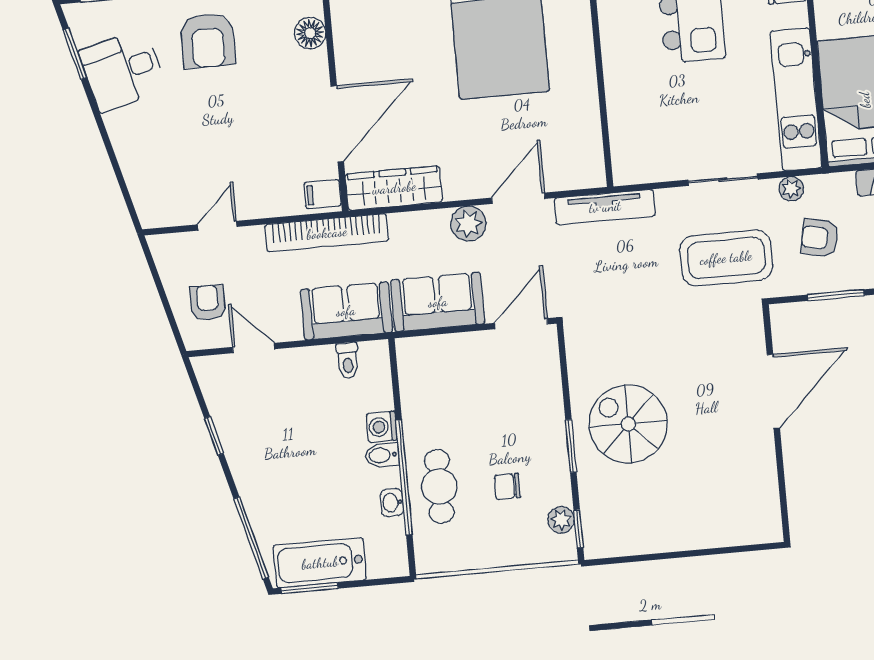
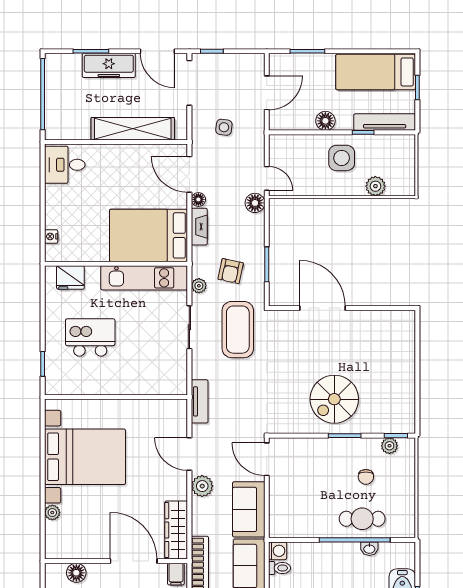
tv unit: (605, 207) -> (200, 401), width x0.71
washing machine: (382, 427) -> (278, 551), moved, turned -90
bidet: (382, 455) -> (340, 552), removed

